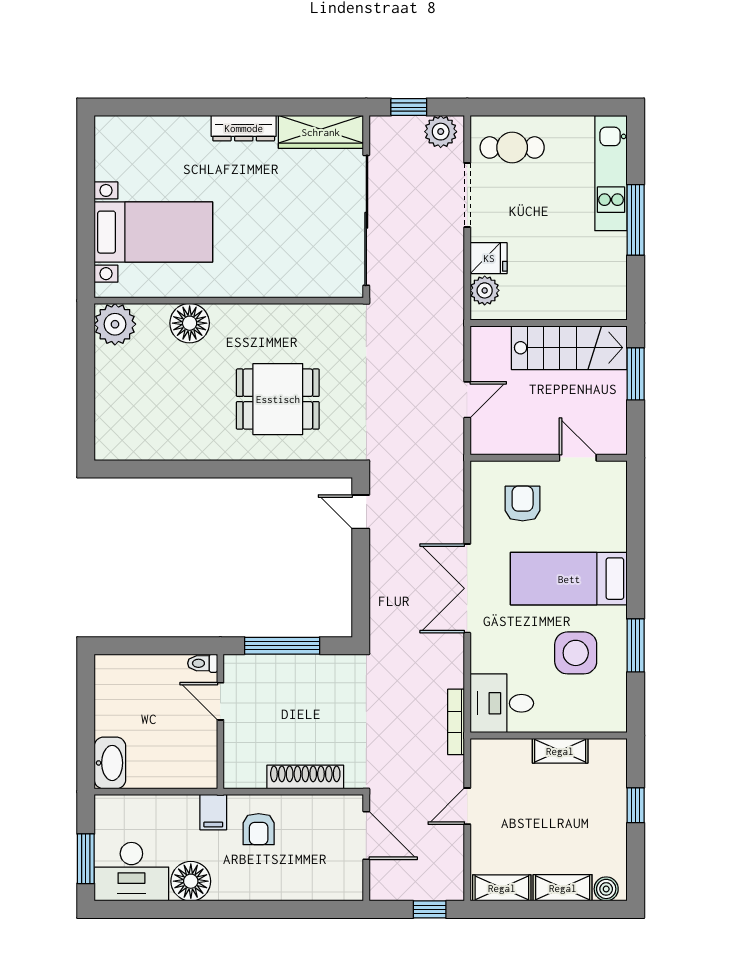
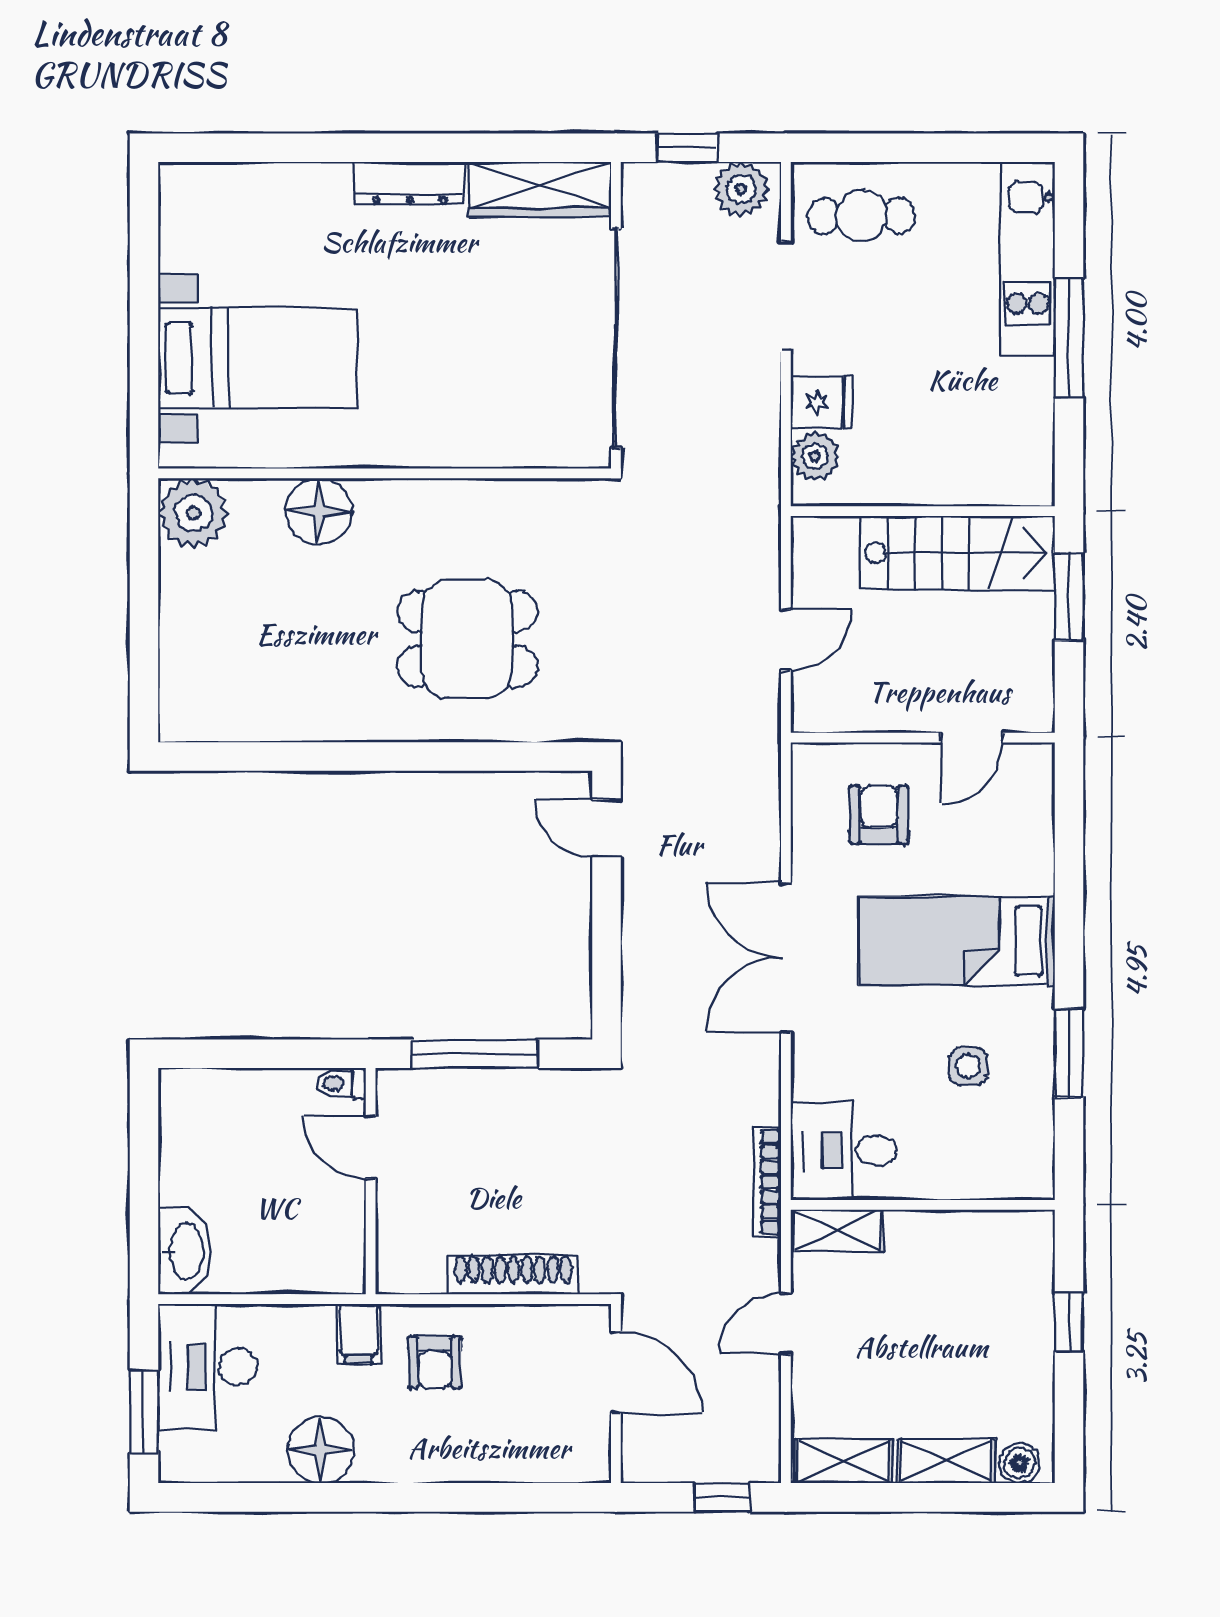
door: (578, 458) -> (972, 738), swing flipped
side table: (576, 653) -> (968, 1066), width x0.54, depth x0.54
shelving: (560, 751) -> (837, 1230), moved
desk: (131, 872) -> (207, 1367), moved, turned 90

